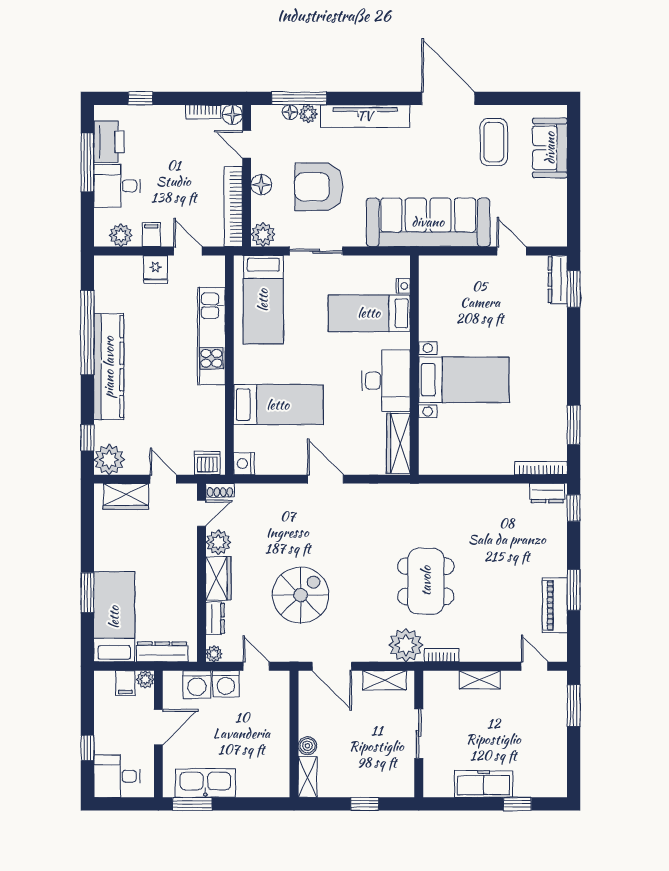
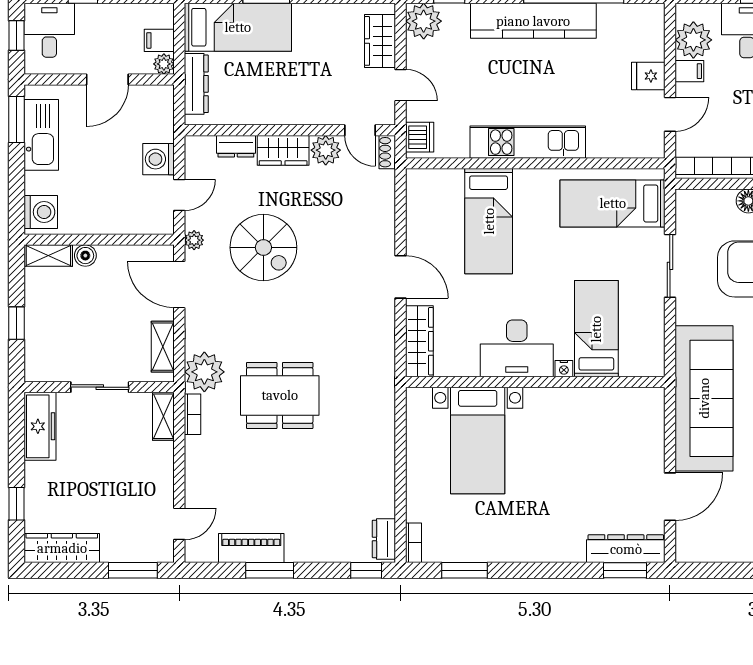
plant: (121, 235) -> (693, 40), width x1.36, depth x1.36
plant: (263, 235) -> (689, 203), removed
door: (511, 251) -> (670, 497), width x1.37
dresser: (558, 280) -> (626, 549), width x1.37, depth x1.24
nightstand: (403, 286) -> (564, 369), moved
kitchen unit: (211, 336) -> (528, 142), moved
bed with nightstands: (464, 380) -> (478, 440), moved
wardrobe: (398, 443) -> (419, 341), moved, turned 90
nightstand: (244, 464) -> (419, 181), removed
bookcase: (541, 468) -> (414, 543), width x0.64
door: (163, 479) -> (400, 85), hinge flipped
door: (325, 479) -> (400, 277), hinge flipped
plant: (214, 654) -> (194, 240), moved
door: (332, 666) -> (179, 284), hinge flipped
shelving: (480, 680) -> (163, 416), moved
washing machine: (197, 685) -> (41, 212), moved, turned 180
door: (158, 727) -> (107, 79), hinge flipped
wardrobe: (555, 766) -> (62, 548), added
freezer: (484, 784) -> (40, 426), moved
window: (121, 804) -> (17, 36), added

